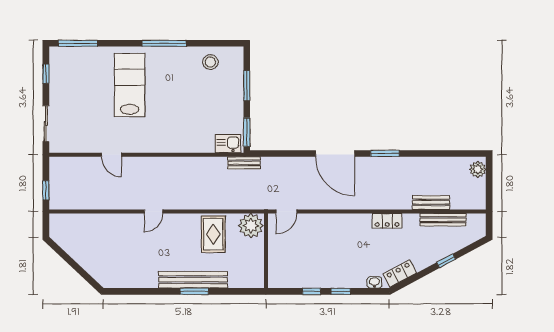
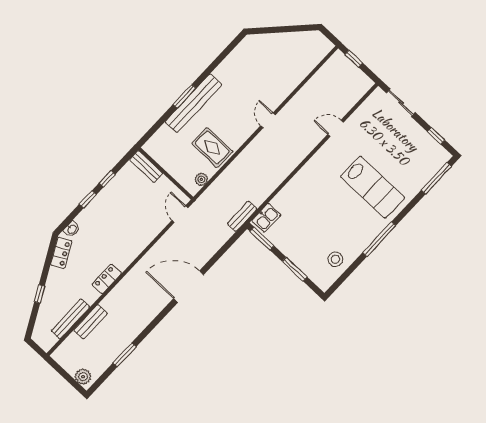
window: (385, 153) -> (124, 355), moved
plant: (251, 226) -> (201, 179), width x0.53, depth x0.53
bench: (275, 271) -> (146, 167), added

